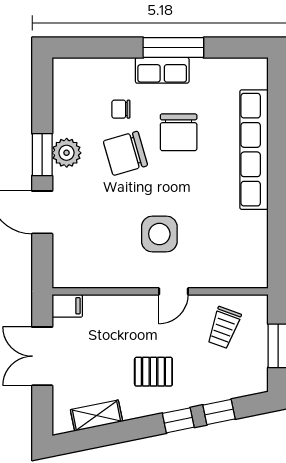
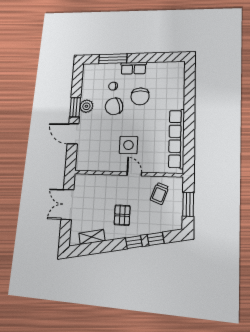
window: (173, 48) -> (113, 59), moved
row of seats: (254, 150) -> (177, 139), moved
door: (173, 291) -> (134, 174), swing flipped
filing cabinet: (67, 306) -> (81, 179), removed
pallet: (153, 372) -> (122, 215), turned 90

